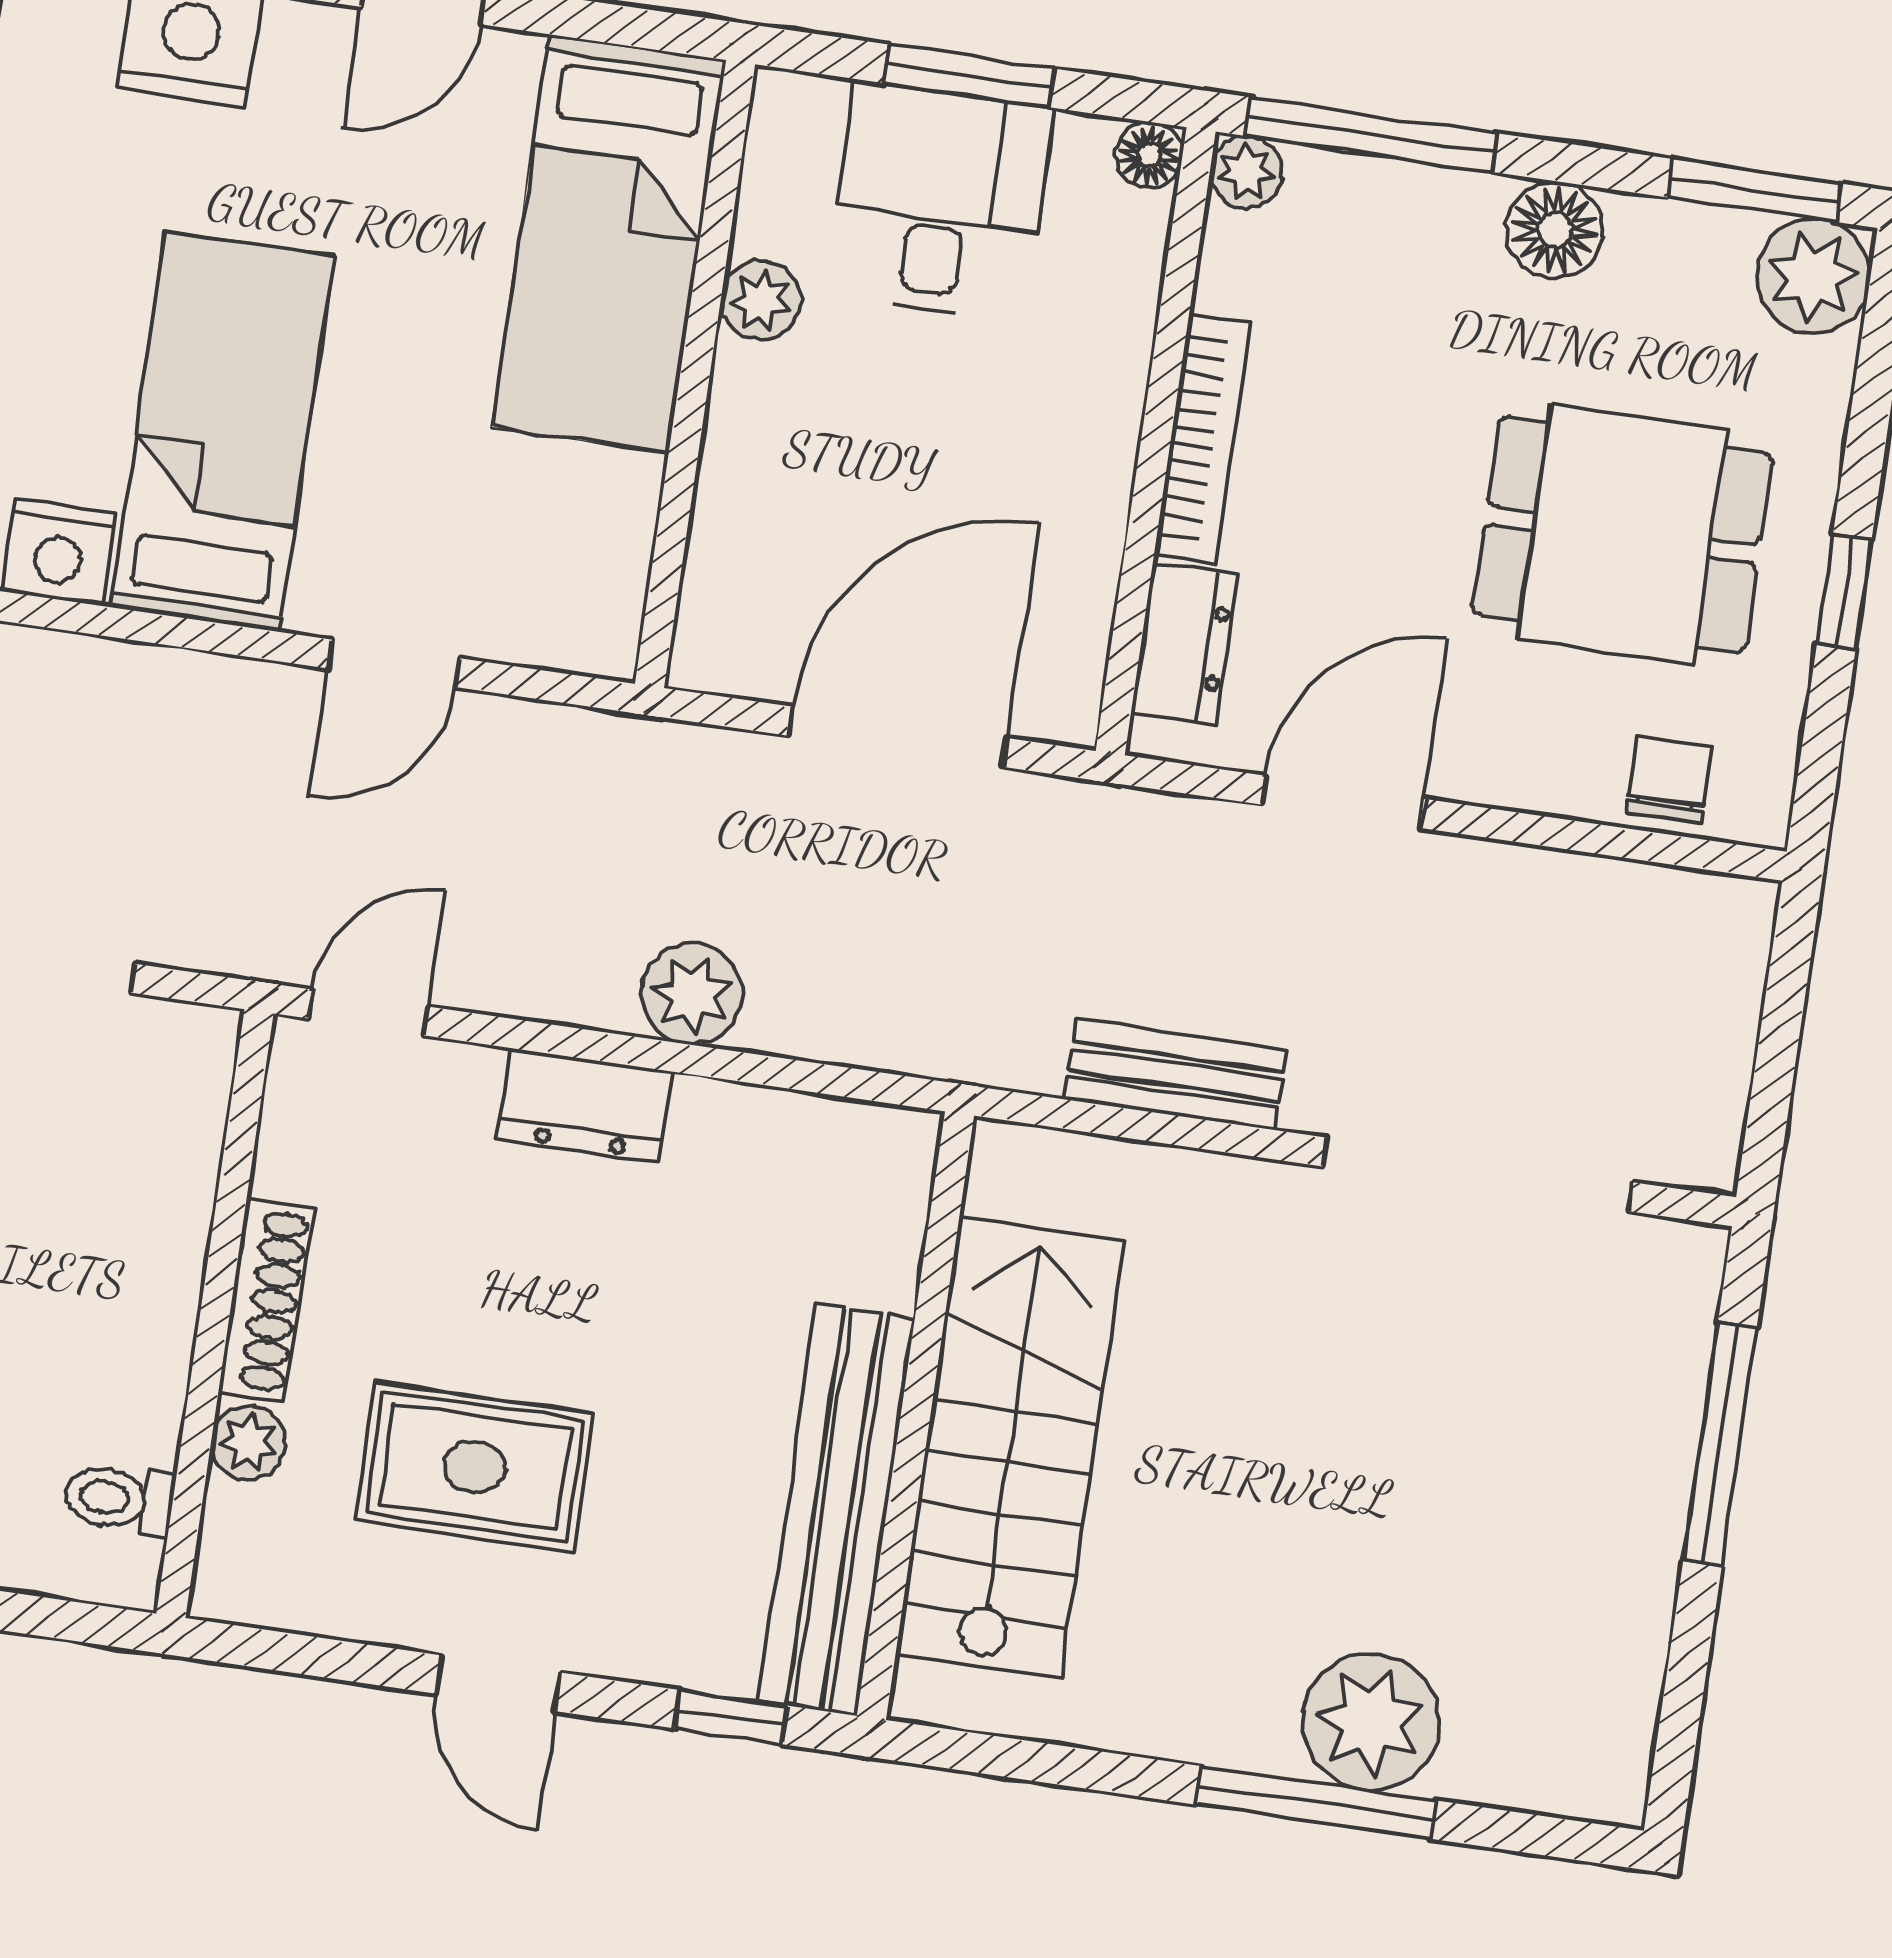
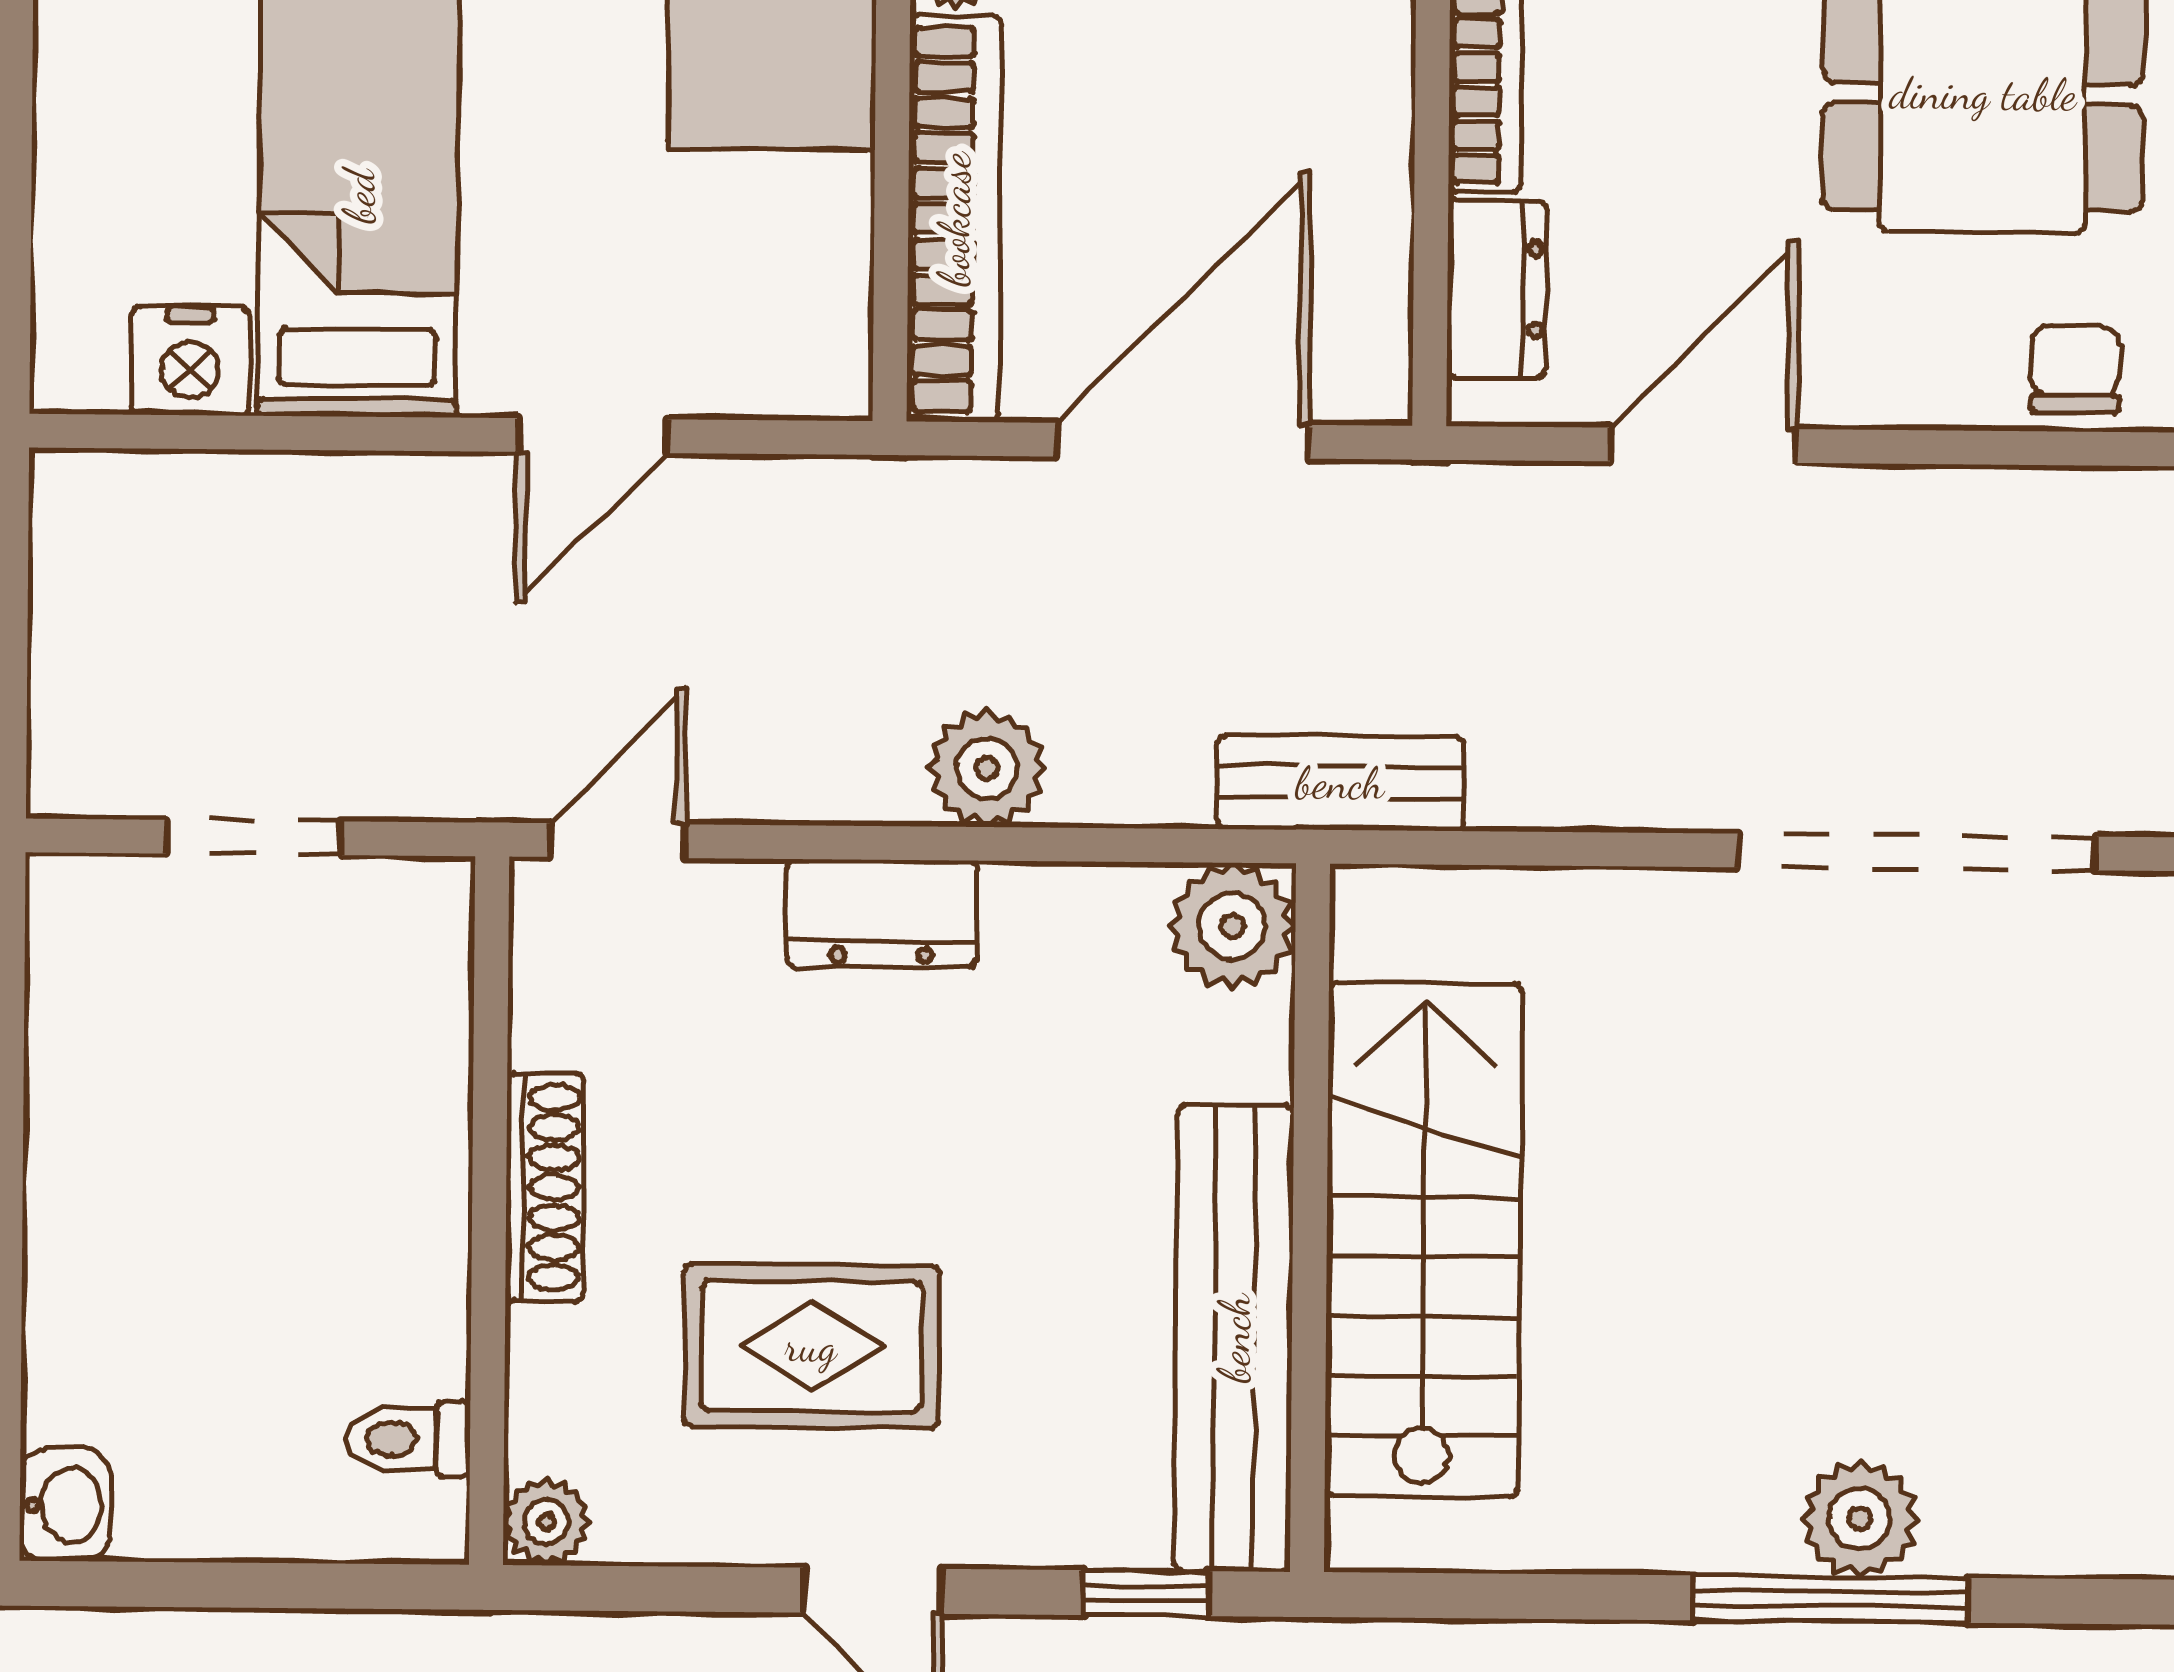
bookcase: (729, 521) -> (954, 219), added
bench: (1176, 1074) -> (1340, 783), moved
plant: (883, 1157) -> (1232, 926), added
plant: (248, 1442) -> (546, 1522), moved
plant: (1371, 1722) -> (1860, 1519), width x0.73, depth x0.73

